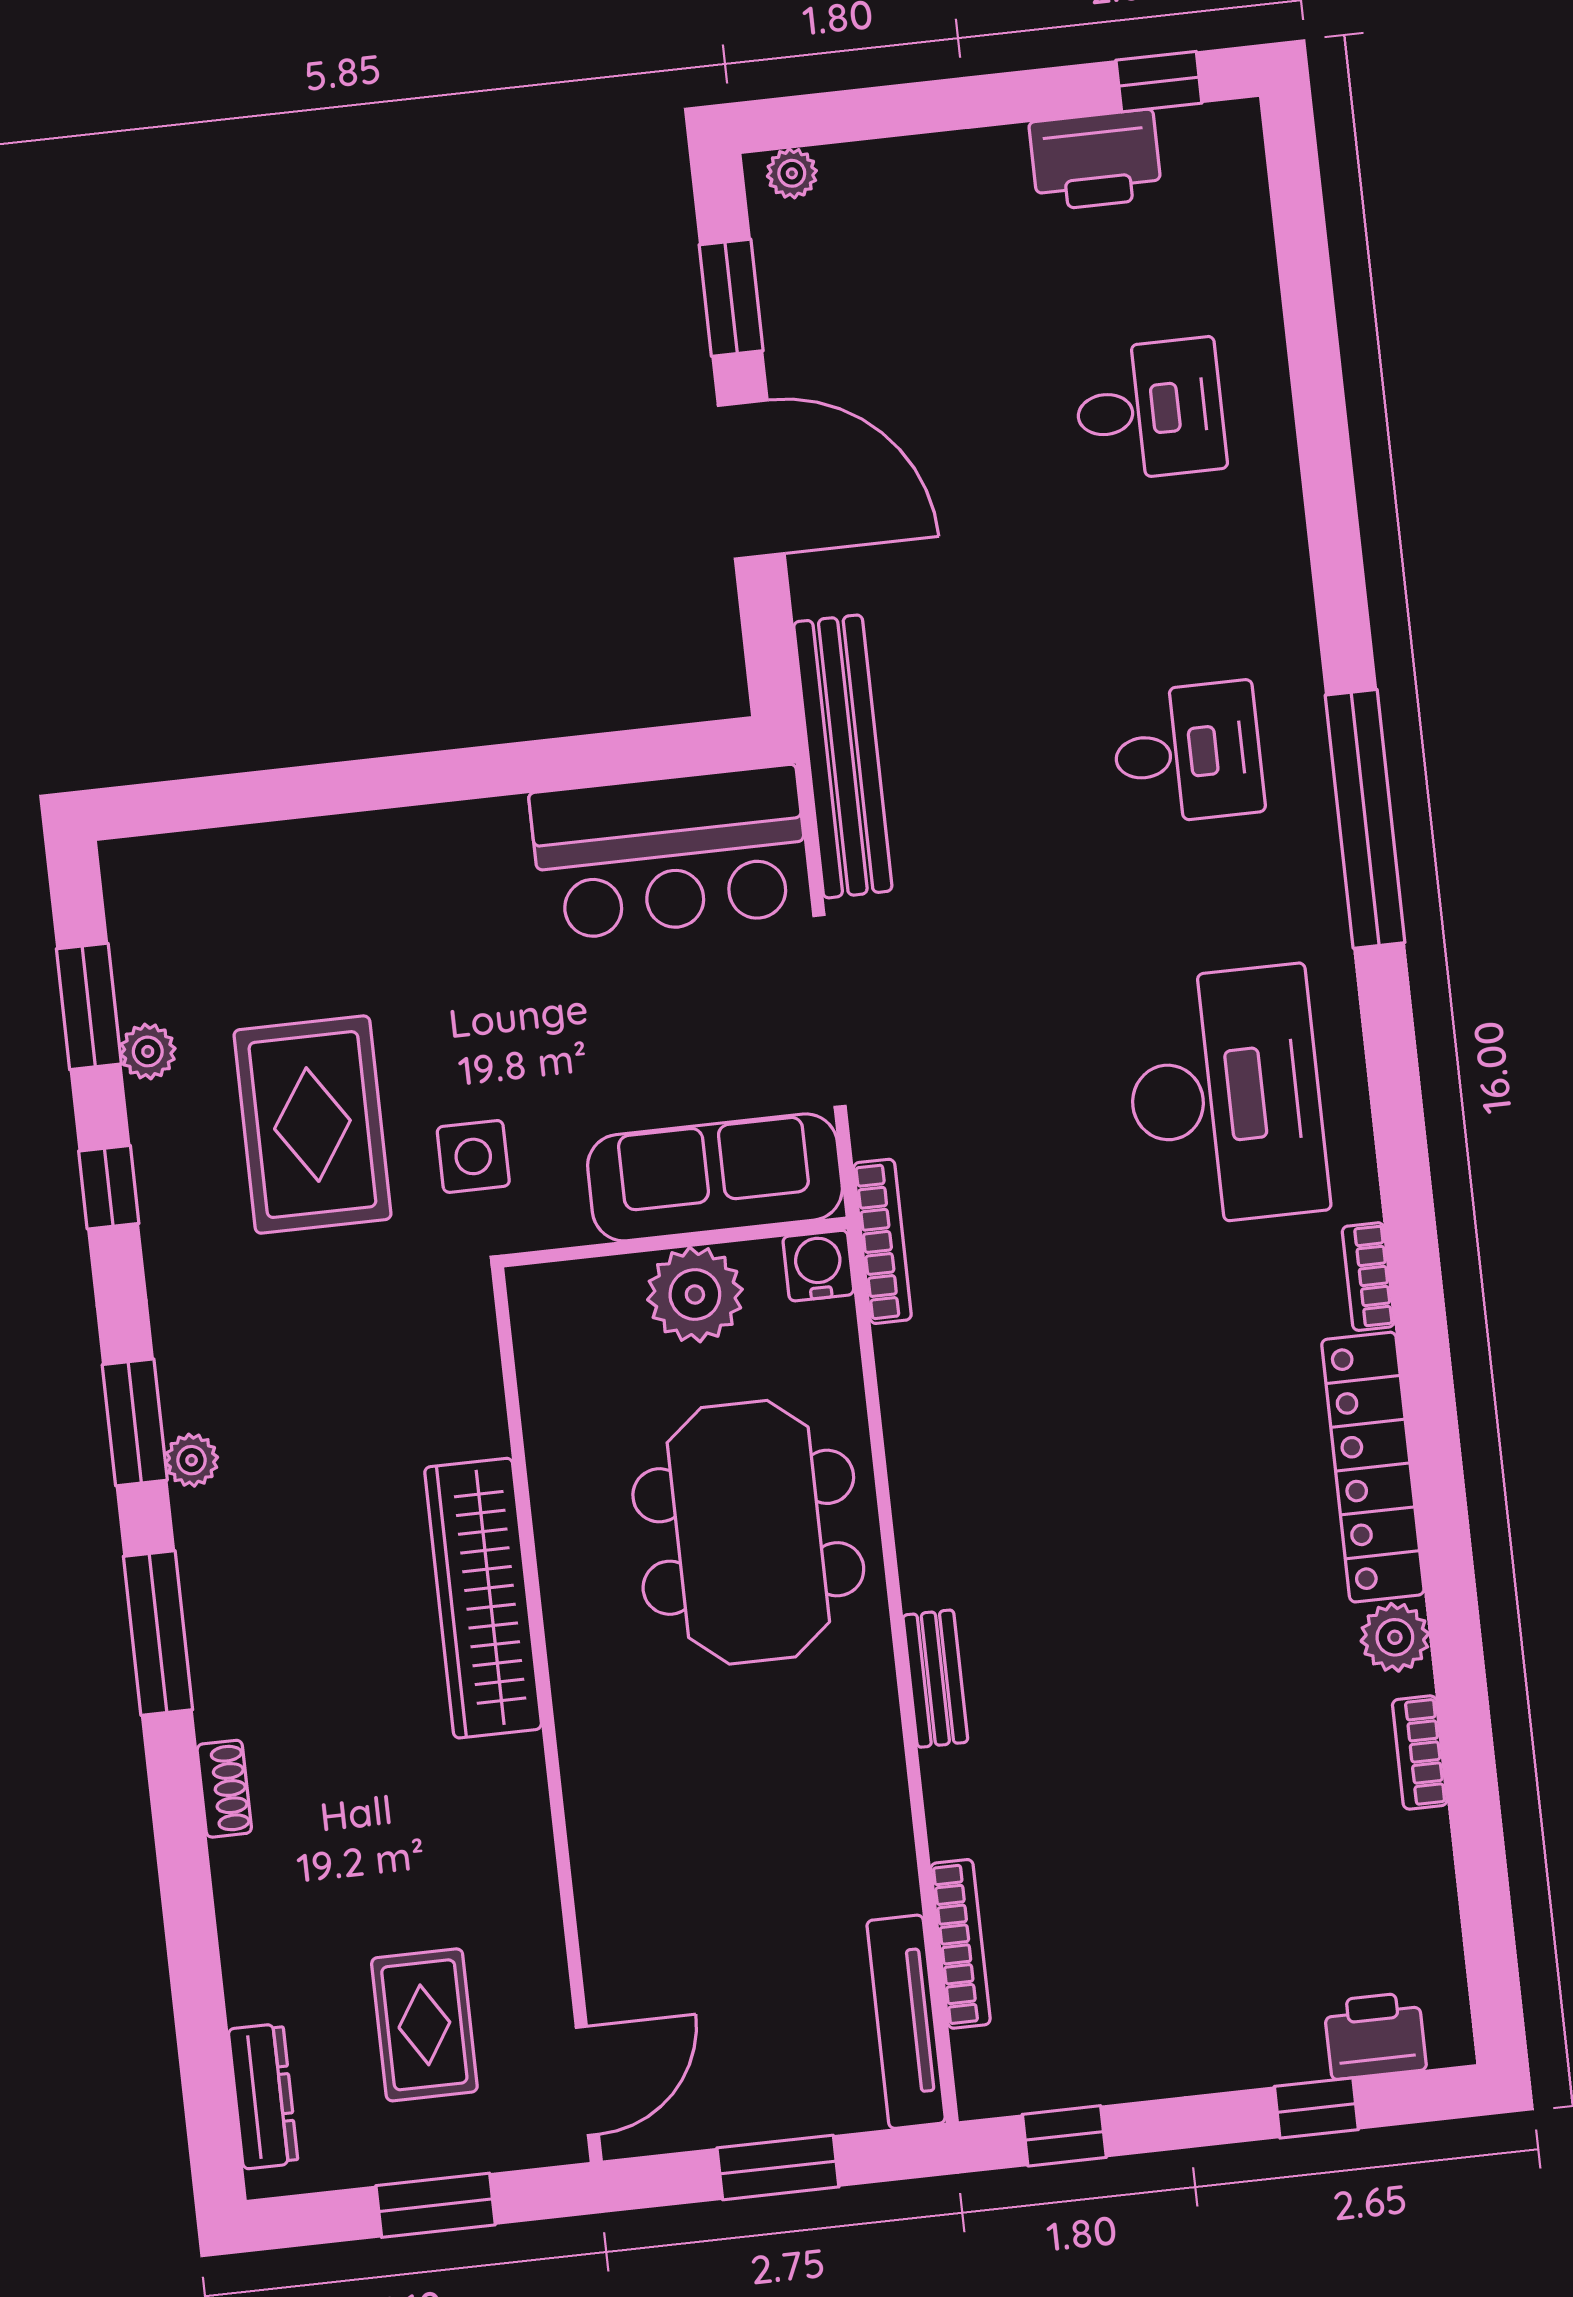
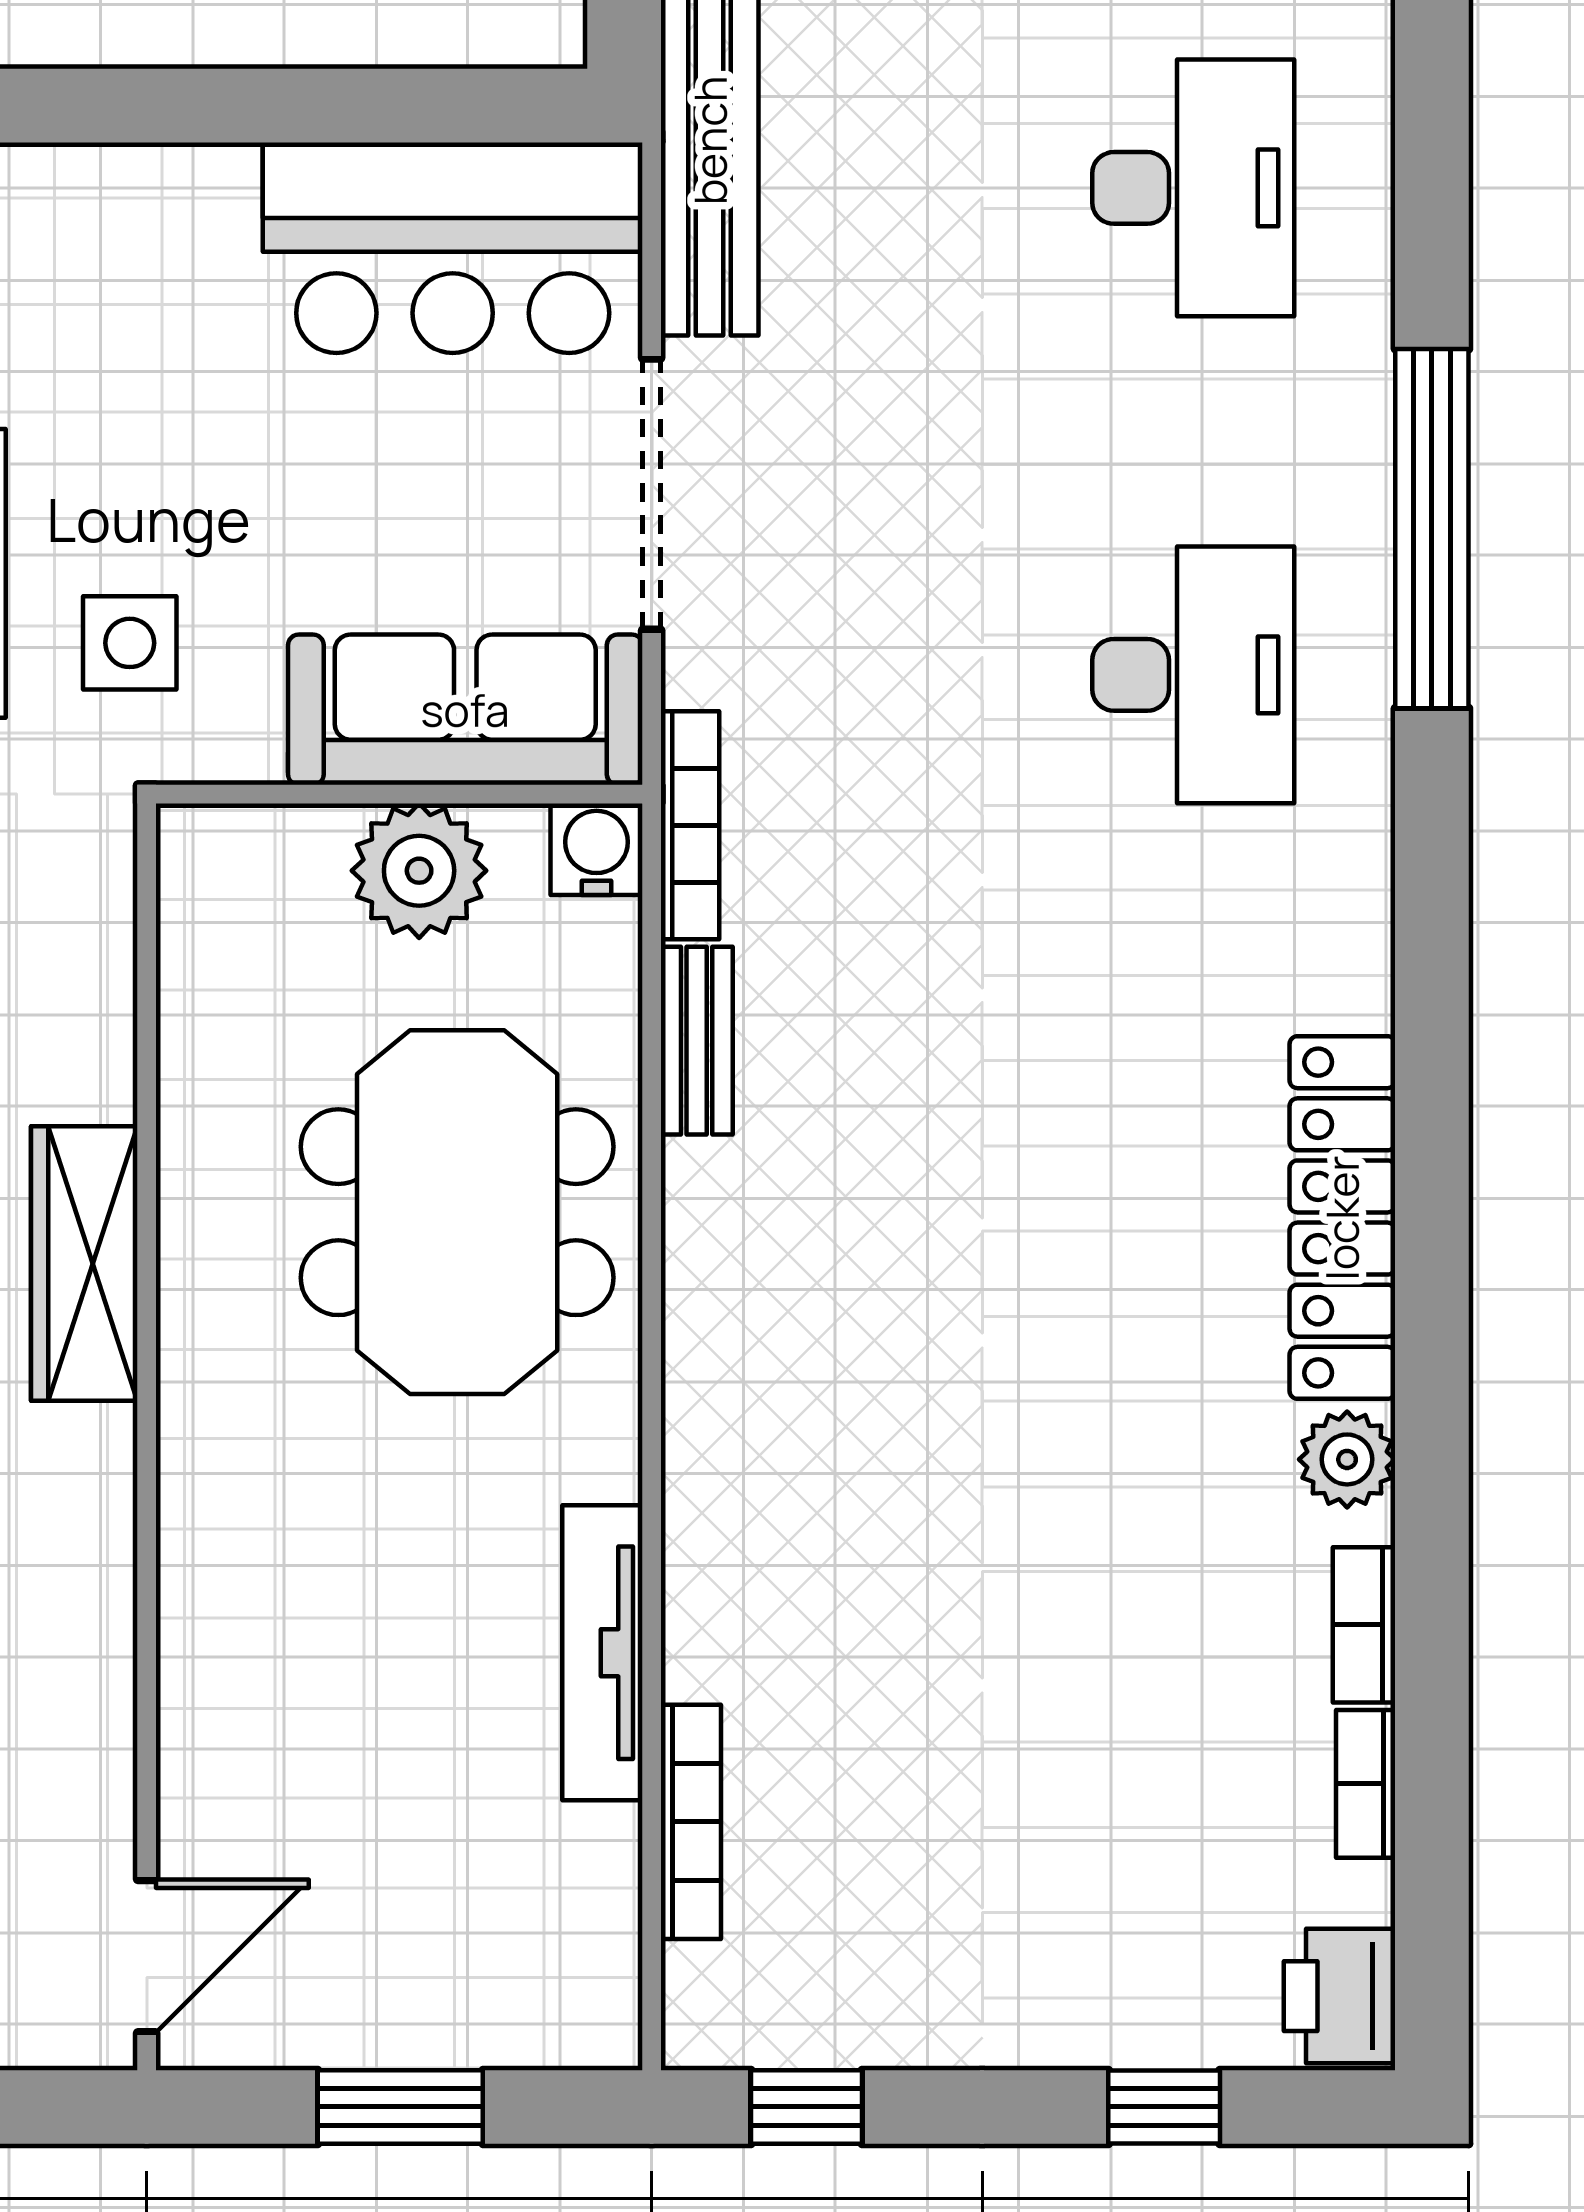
desk: (1188, 753) -> (1193, 188), width x1.37
window: (1365, 819) -> (1432, 529), moved
desk: (1225, 1096) -> (1193, 675), width x0.73, depth x0.77
bookcase: (1368, 1277) -> (1366, 1784), moved
wardrobe: (483, 1598) -> (84, 1263), width x0.71, depth x0.85
bench: (935, 1679) -> (697, 1041), moved
tv unit: (906, 2022) -> (602, 1653), moved
printer: (1375, 2036) -> (1340, 1996), moved, turned -90

